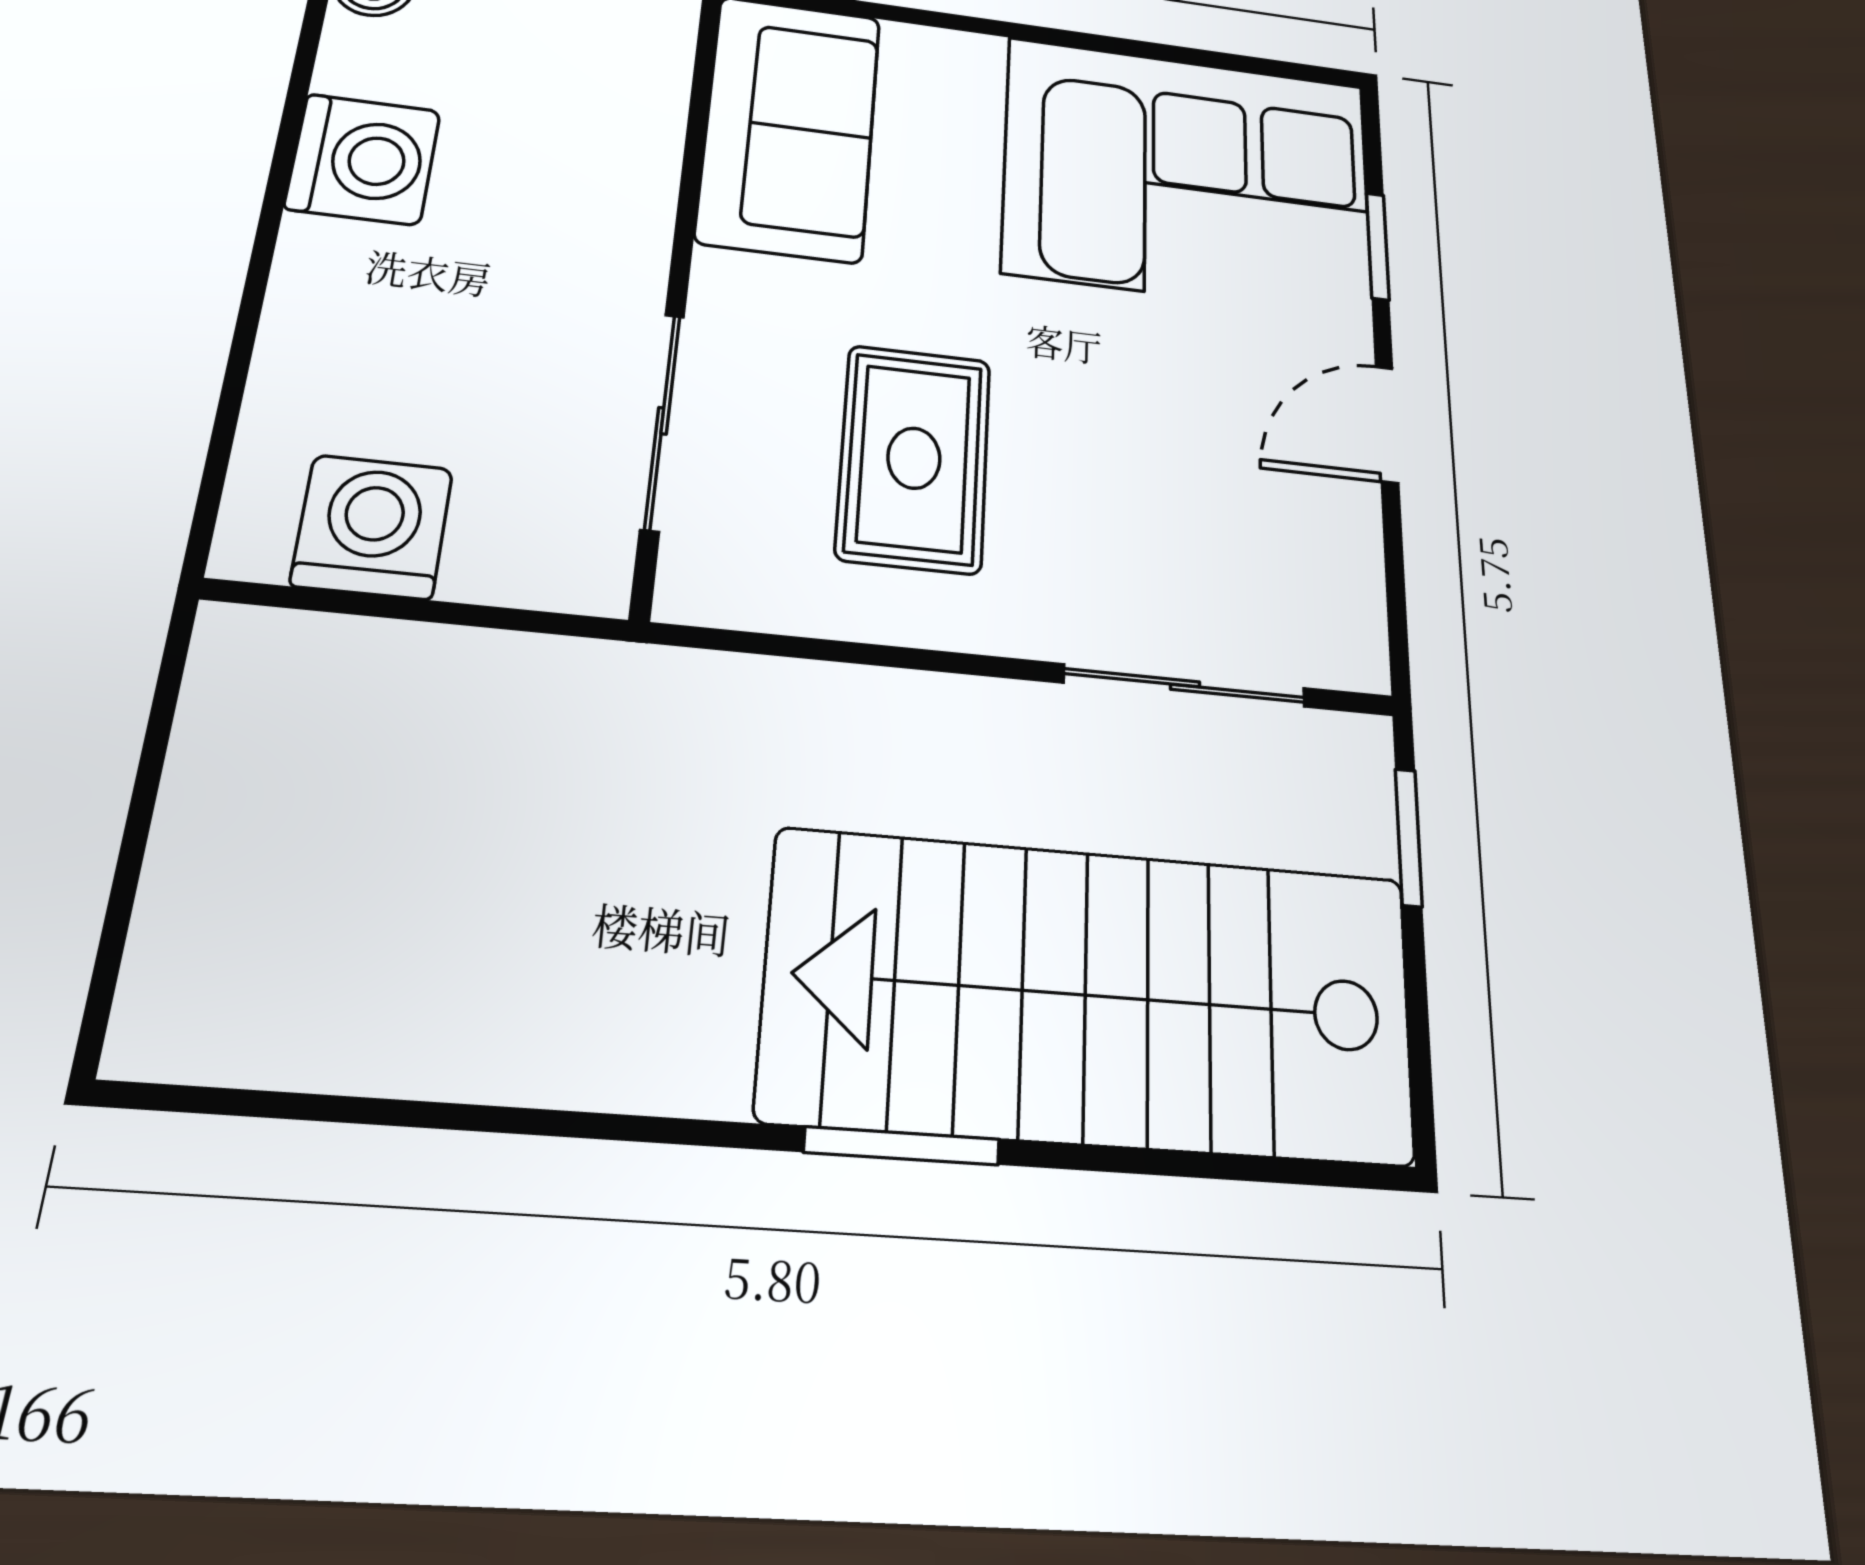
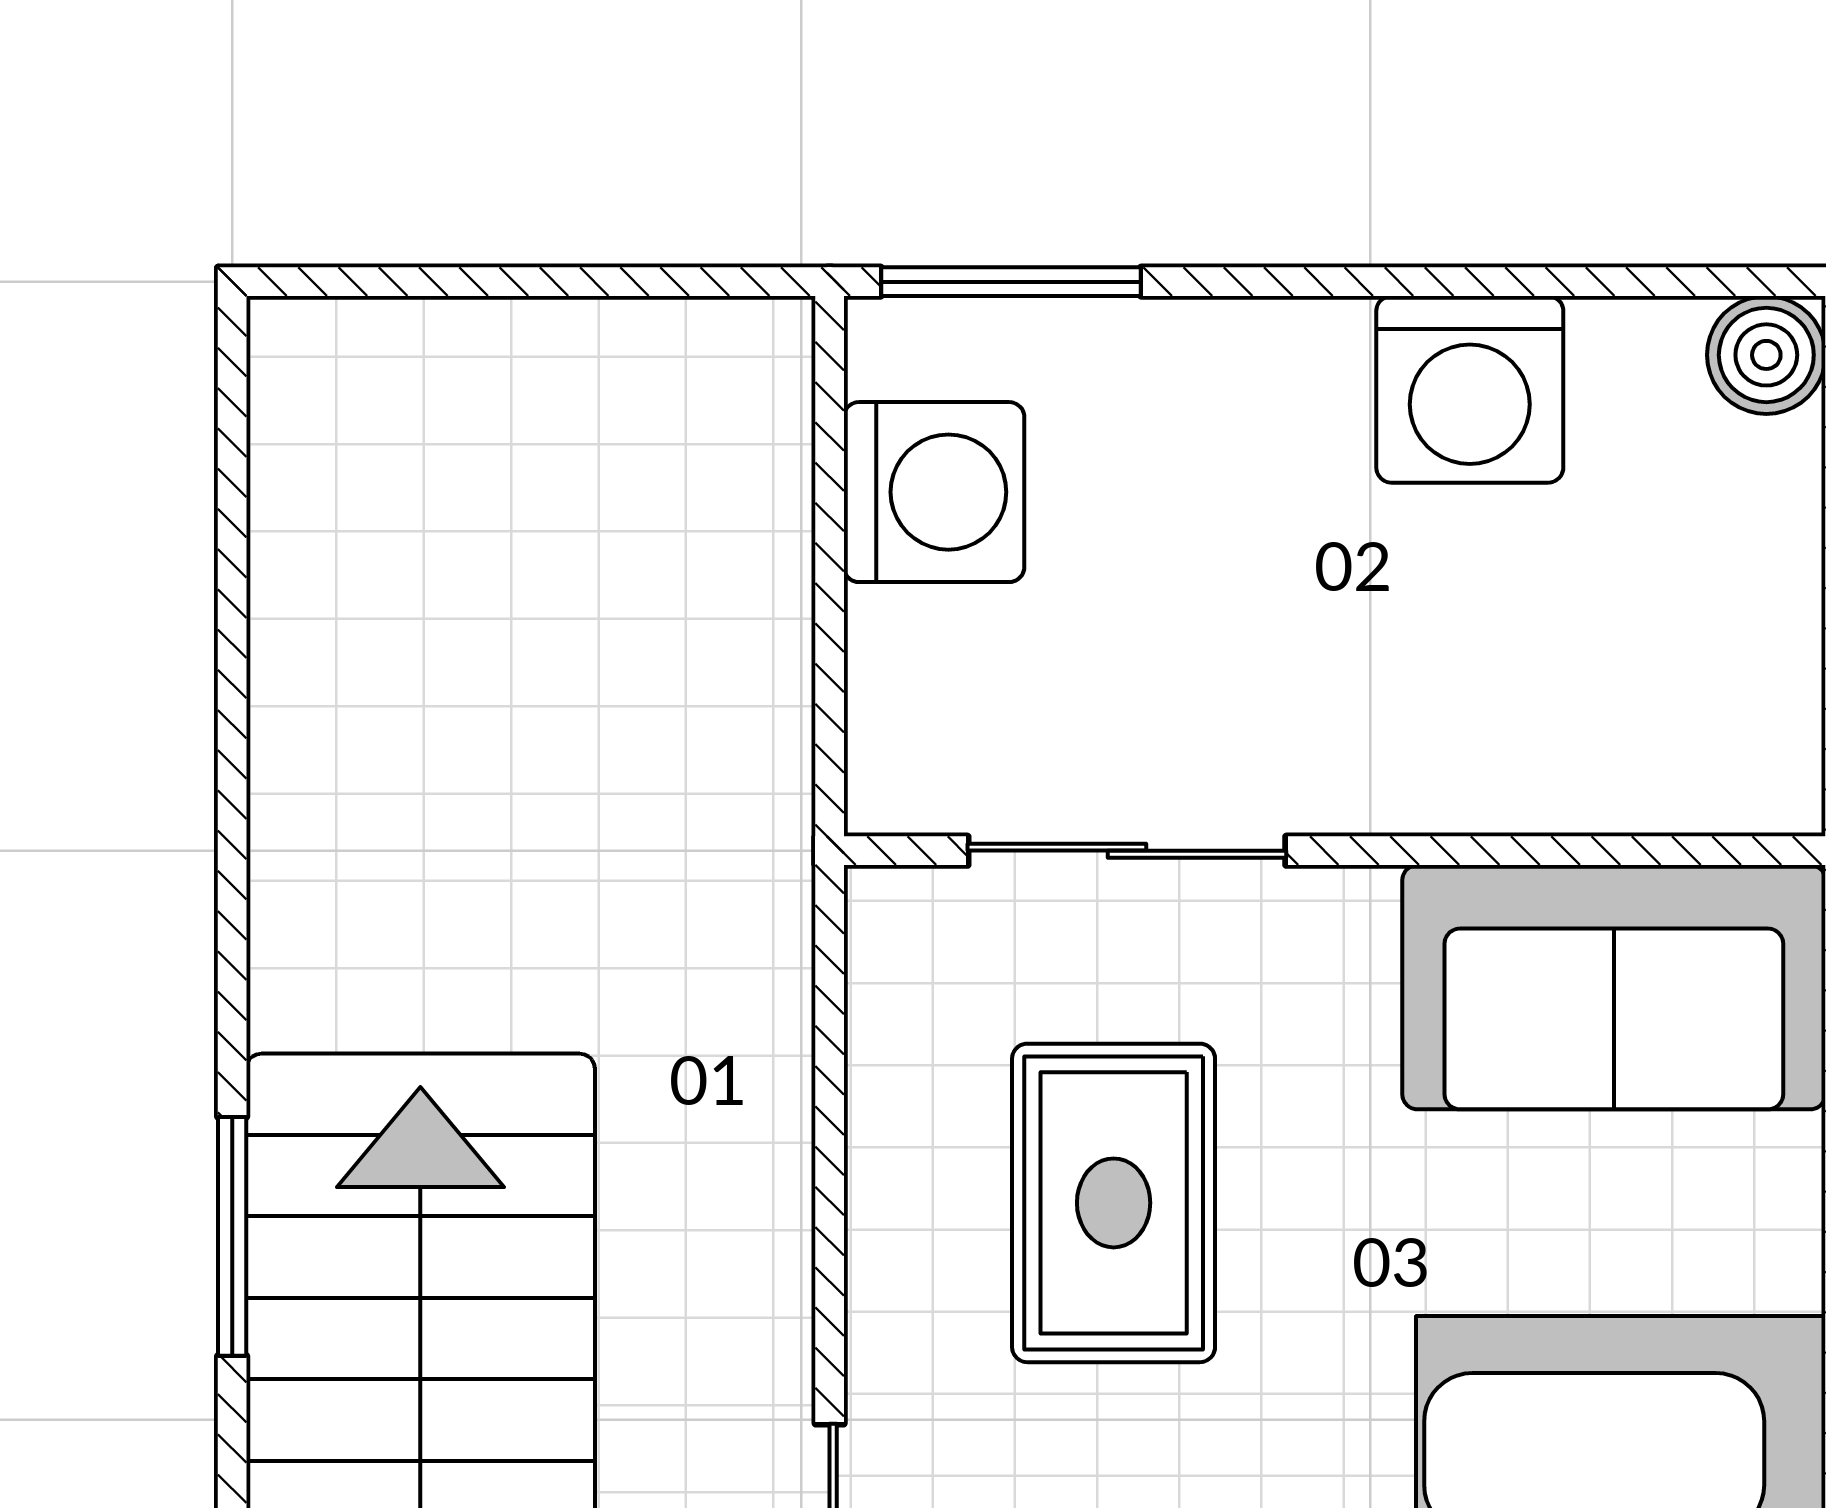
window: (219, 454) -> (1011, 282), added
rug: (914, 458) -> (1114, 1203), turned 90

